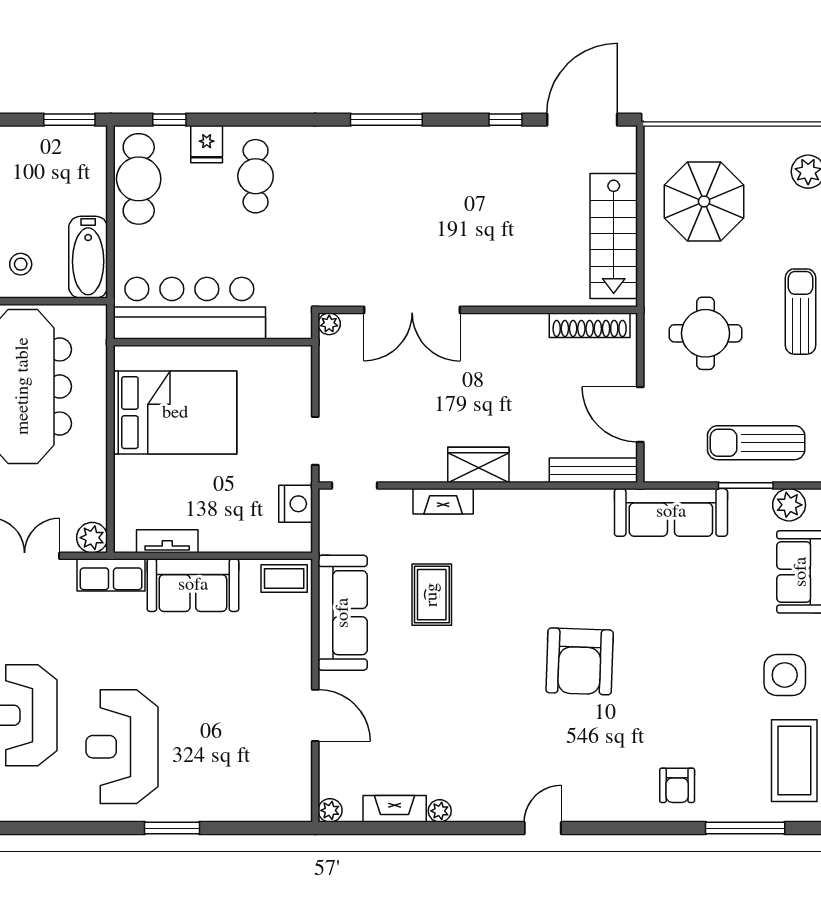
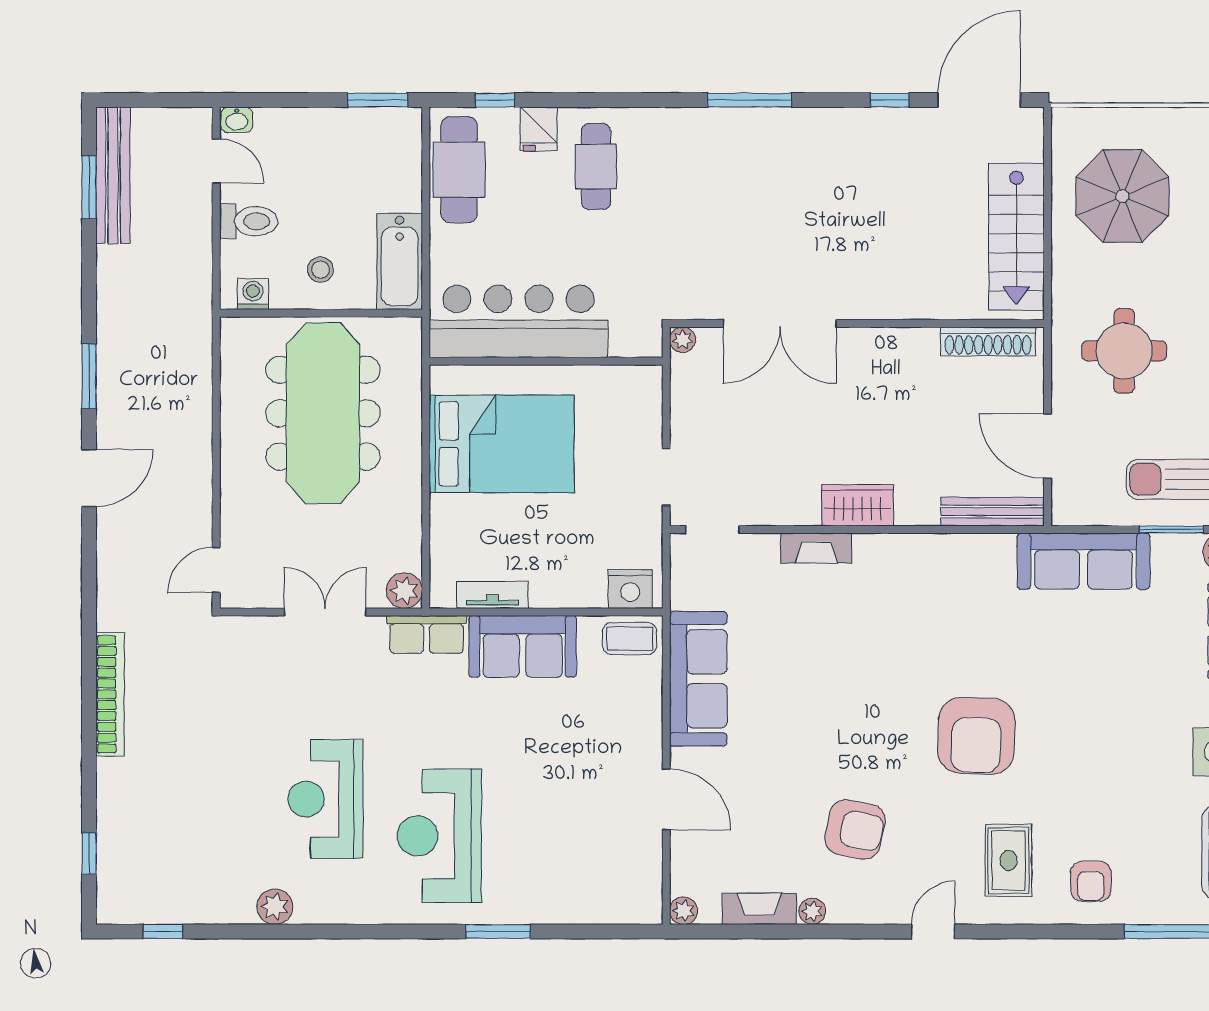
nightstand: (296, 504) -> (630, 589), moved, turned 90
rug: (432, 595) -> (1009, 860), moved
armchair: (476, 741) -> (855, 829), added

